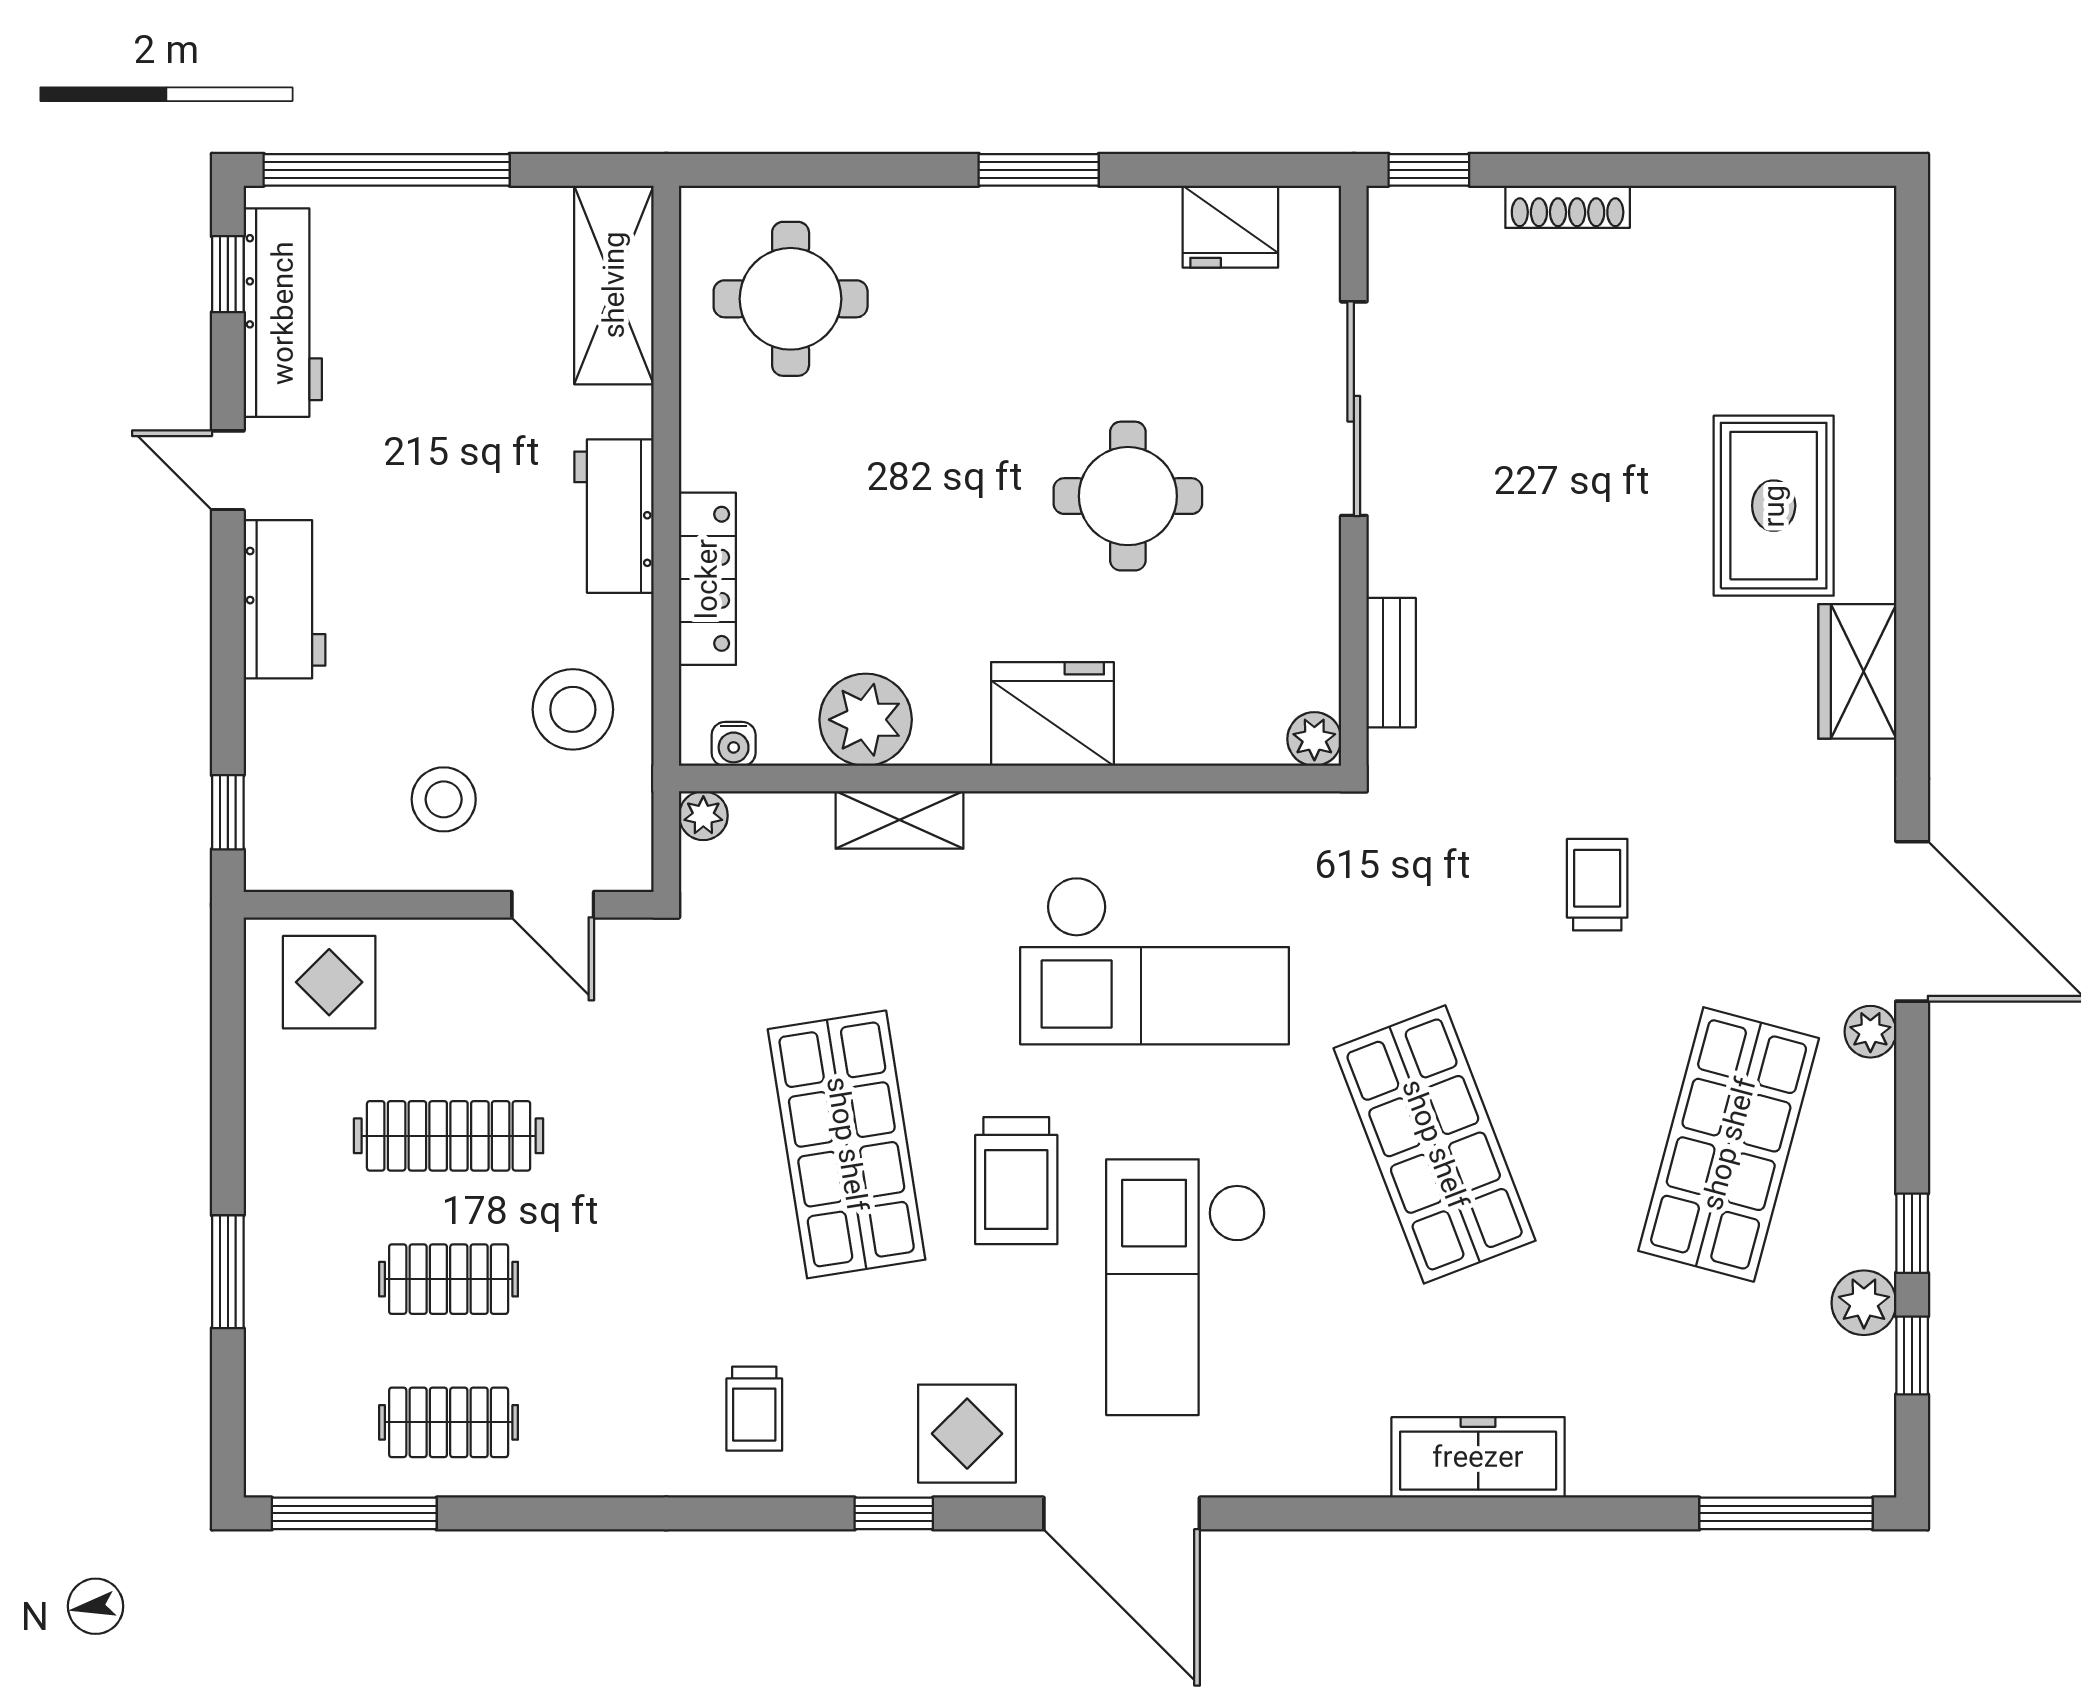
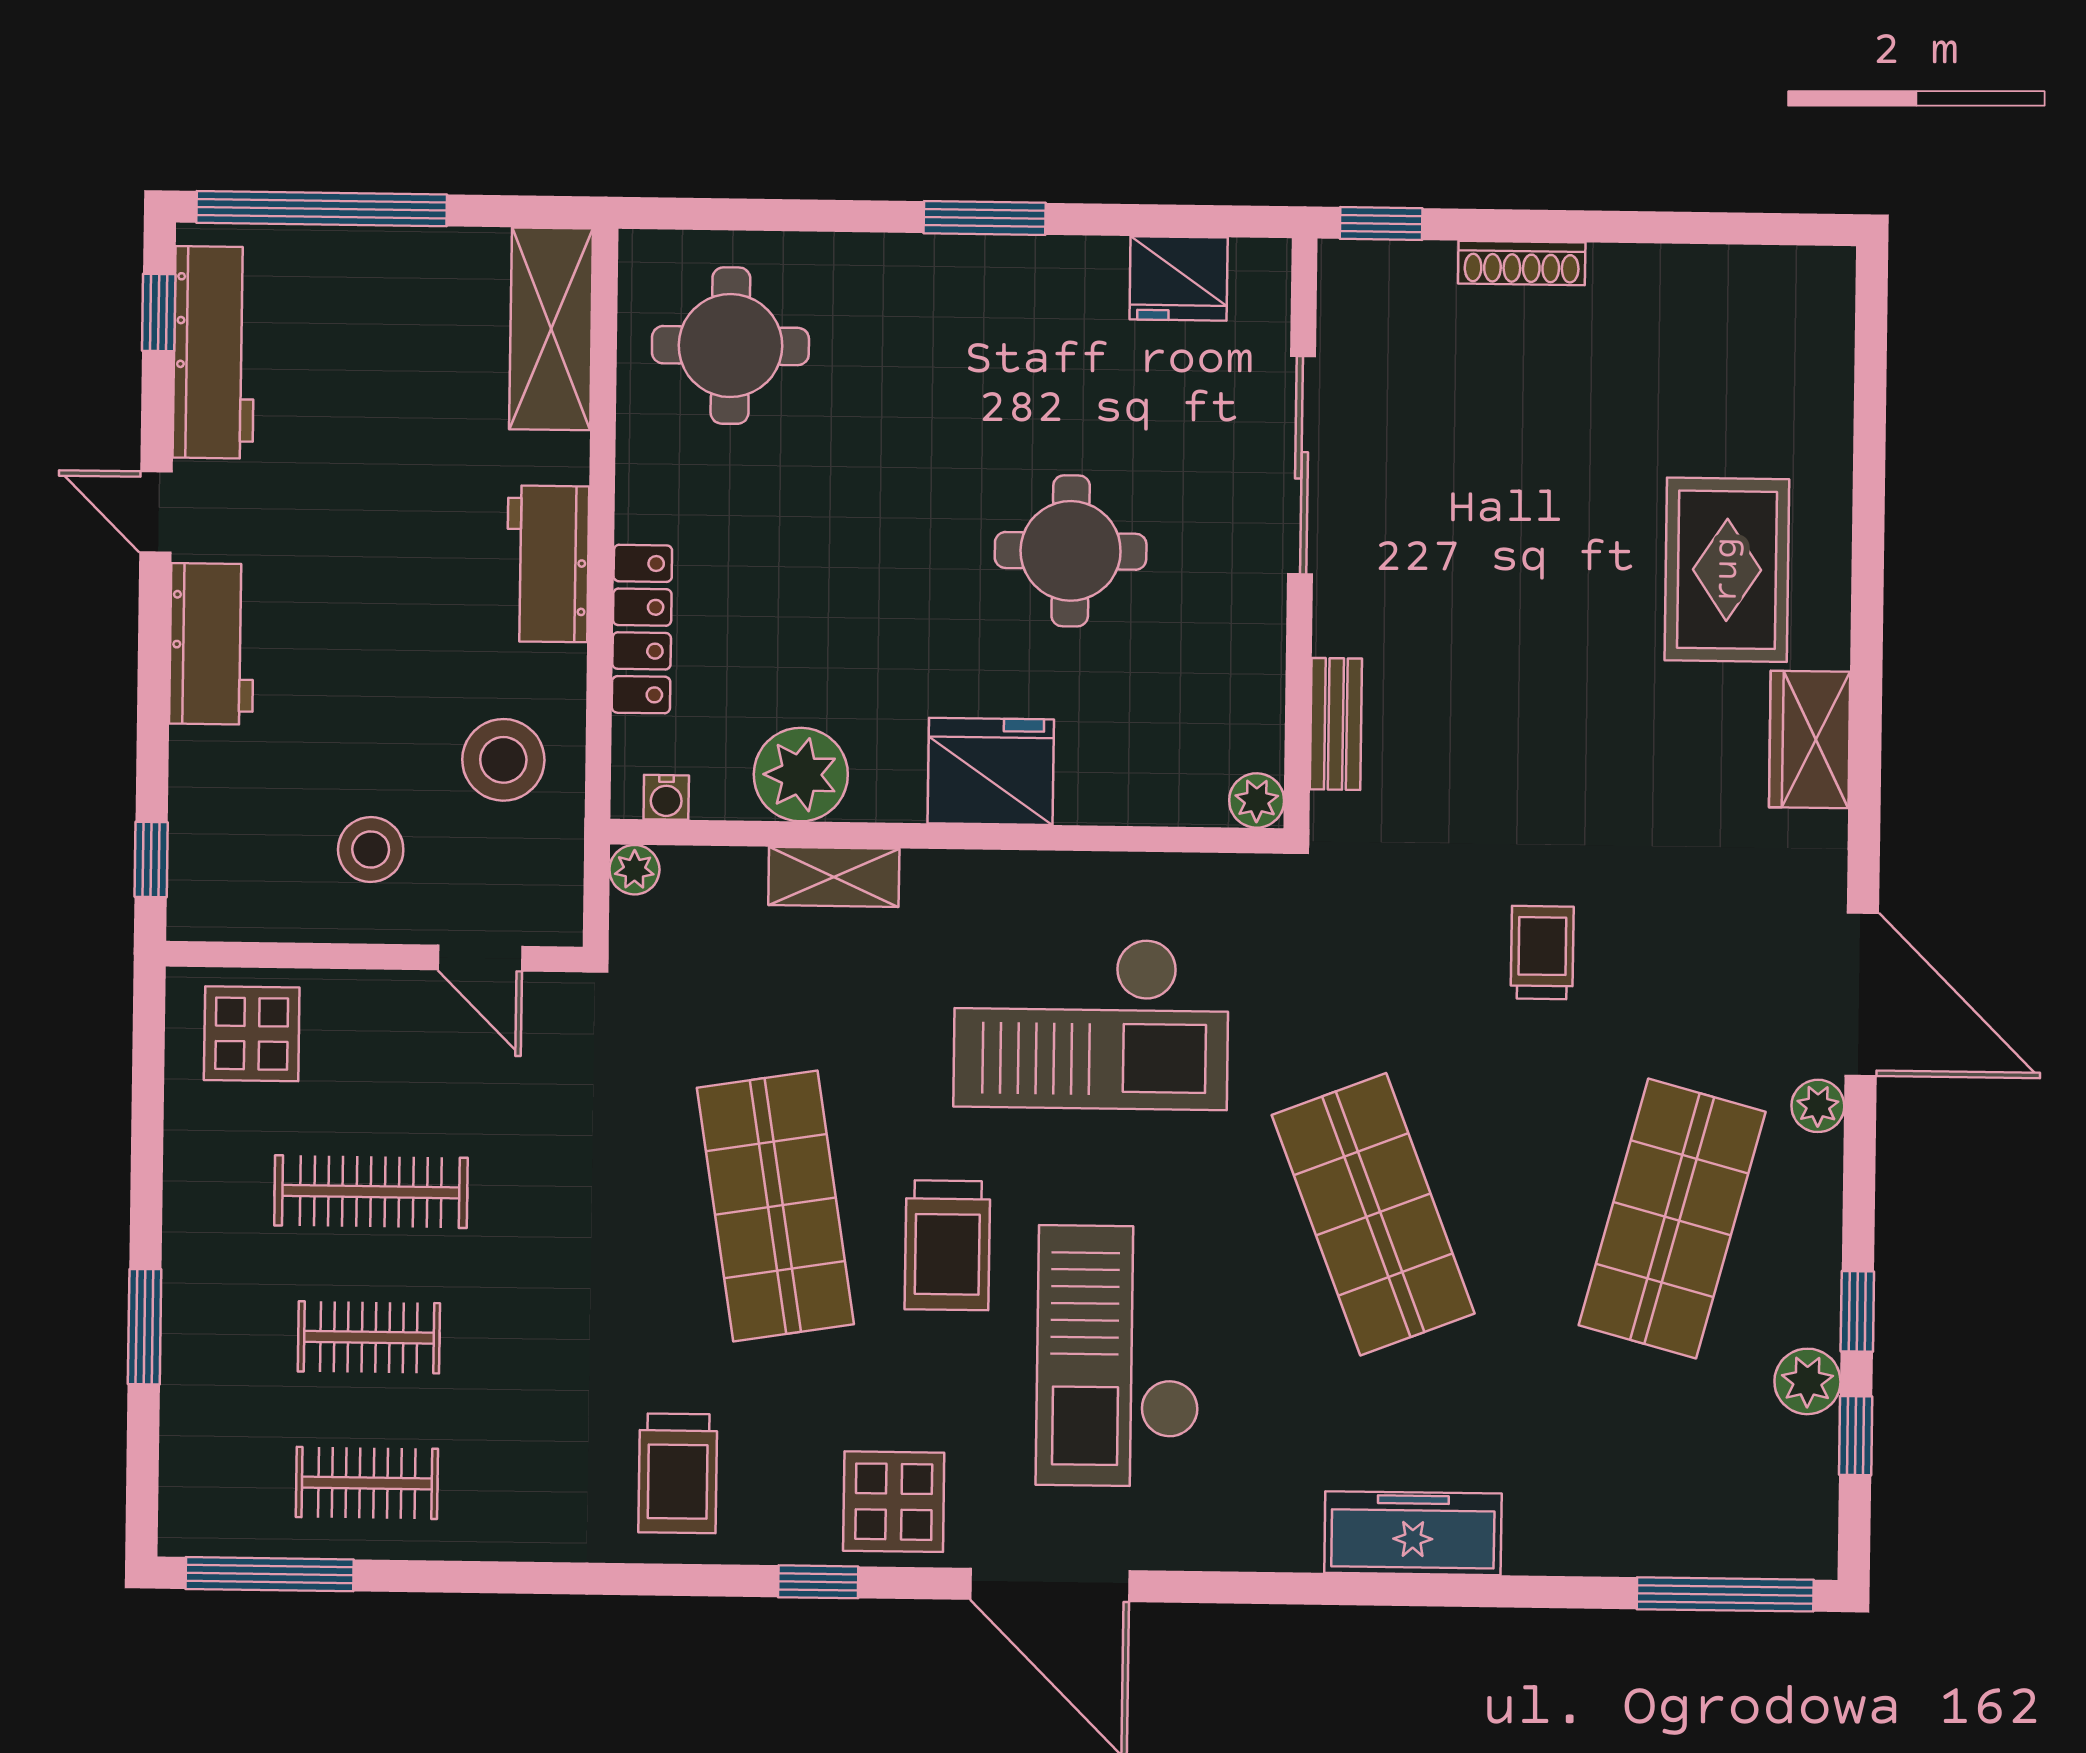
trolley: (754, 1409) -> (678, 1473), width x1.36, depth x1.39

